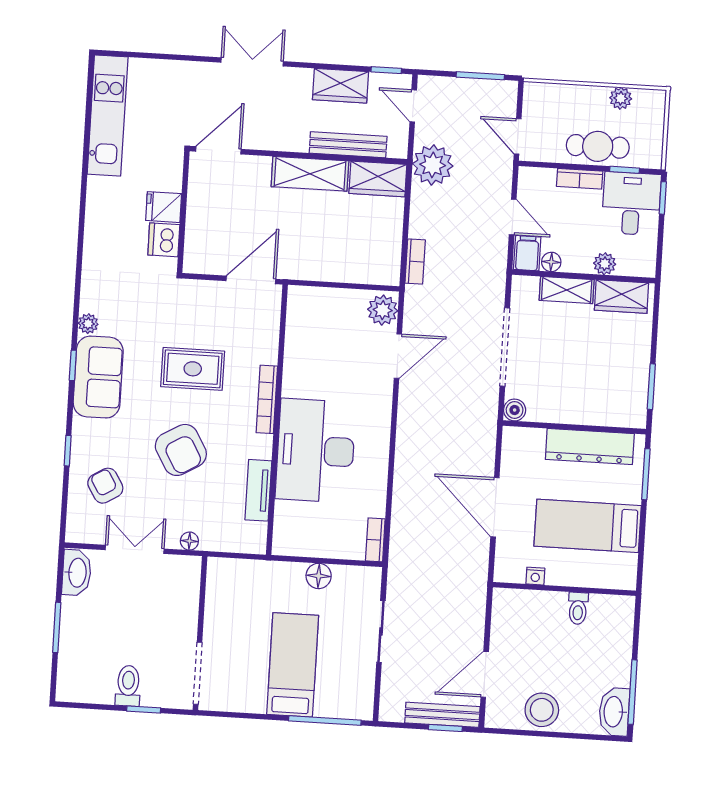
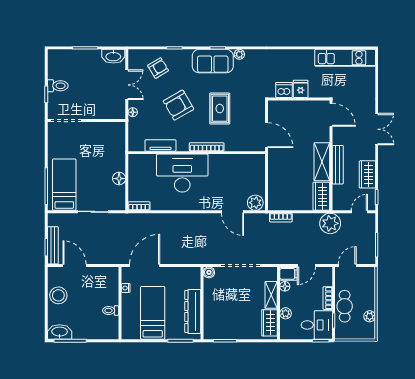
bench: (348, 145) -> (338, 165), moved
door: (495, 507) -> (145, 265), moved
bed: (293, 665) -> (64, 185), moved, turned -90

